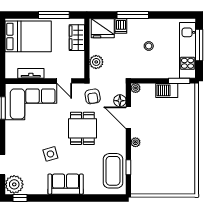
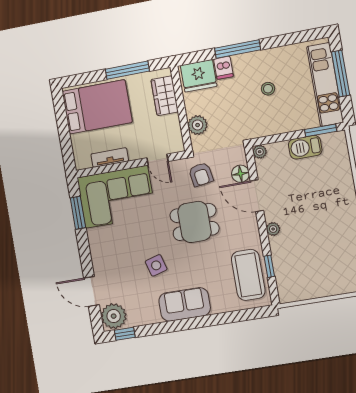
dining table: (82, 128) -> (195, 222), turned 90

